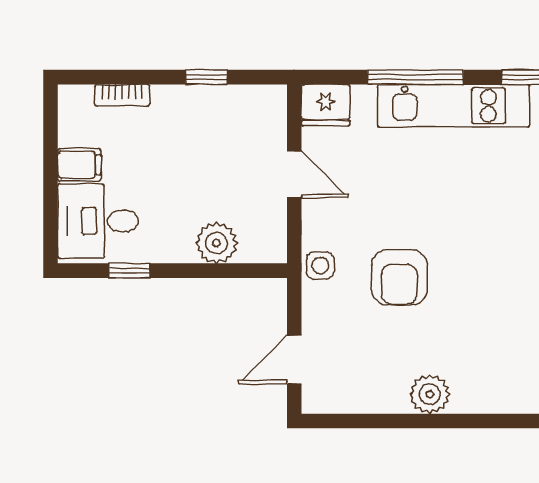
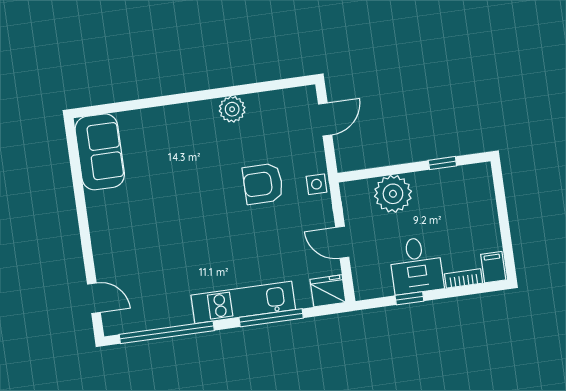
filing cabinet: (79, 165) -> (493, 267), moved, turned 90
desk: (98, 221) -> (416, 265), moved, turned 90
plant: (216, 243) -> (393, 194), width x1.36, depth x1.36
armchair: (399, 277) -> (263, 184), turned -90

